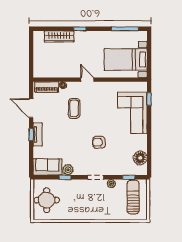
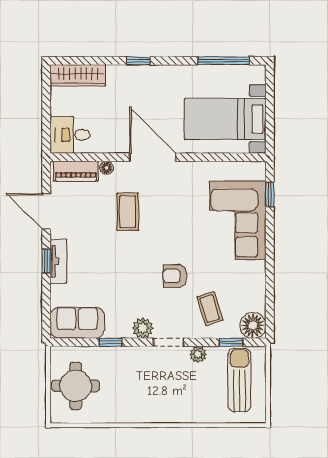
wardrobe: (59, 36) -> (78, 75), moved
desk: (44, 68) -> (70, 135), added
door: (87, 80) -> (153, 157), width x1.88
floor lamp: (140, 158) -> (253, 325), moved
coffee table: (117, 159) -> (210, 308), added
plant: (68, 170) -> (143, 328), moved

